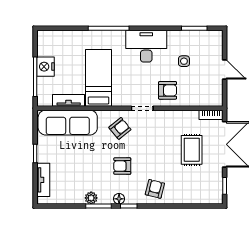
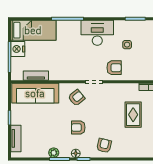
bed: (99, 78) -> (33, 30), moved, turned 90

